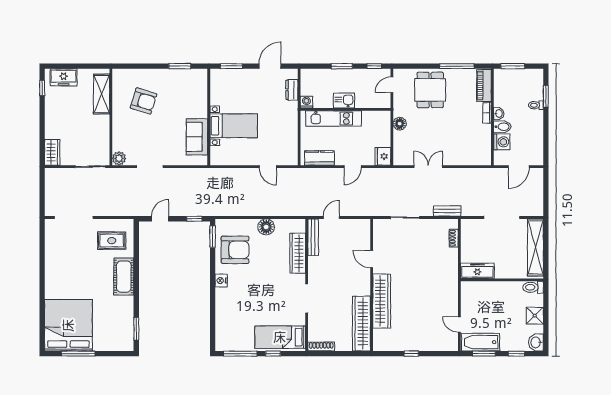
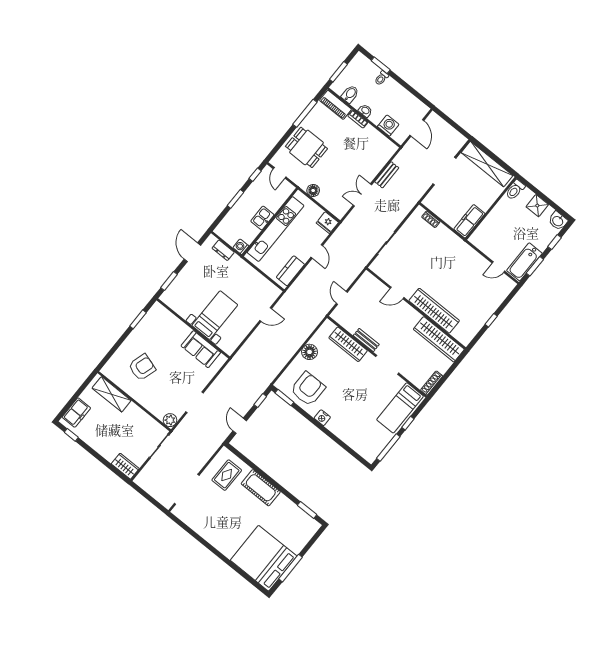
kitchen unit: (334, 118) -> (276, 229), width x1.36
bidet: (502, 127) -> (350, 94), moved
bench: (447, 211) -> (387, 175), moved
bench: (313, 237) -> (366, 340), moved, width x0.73

